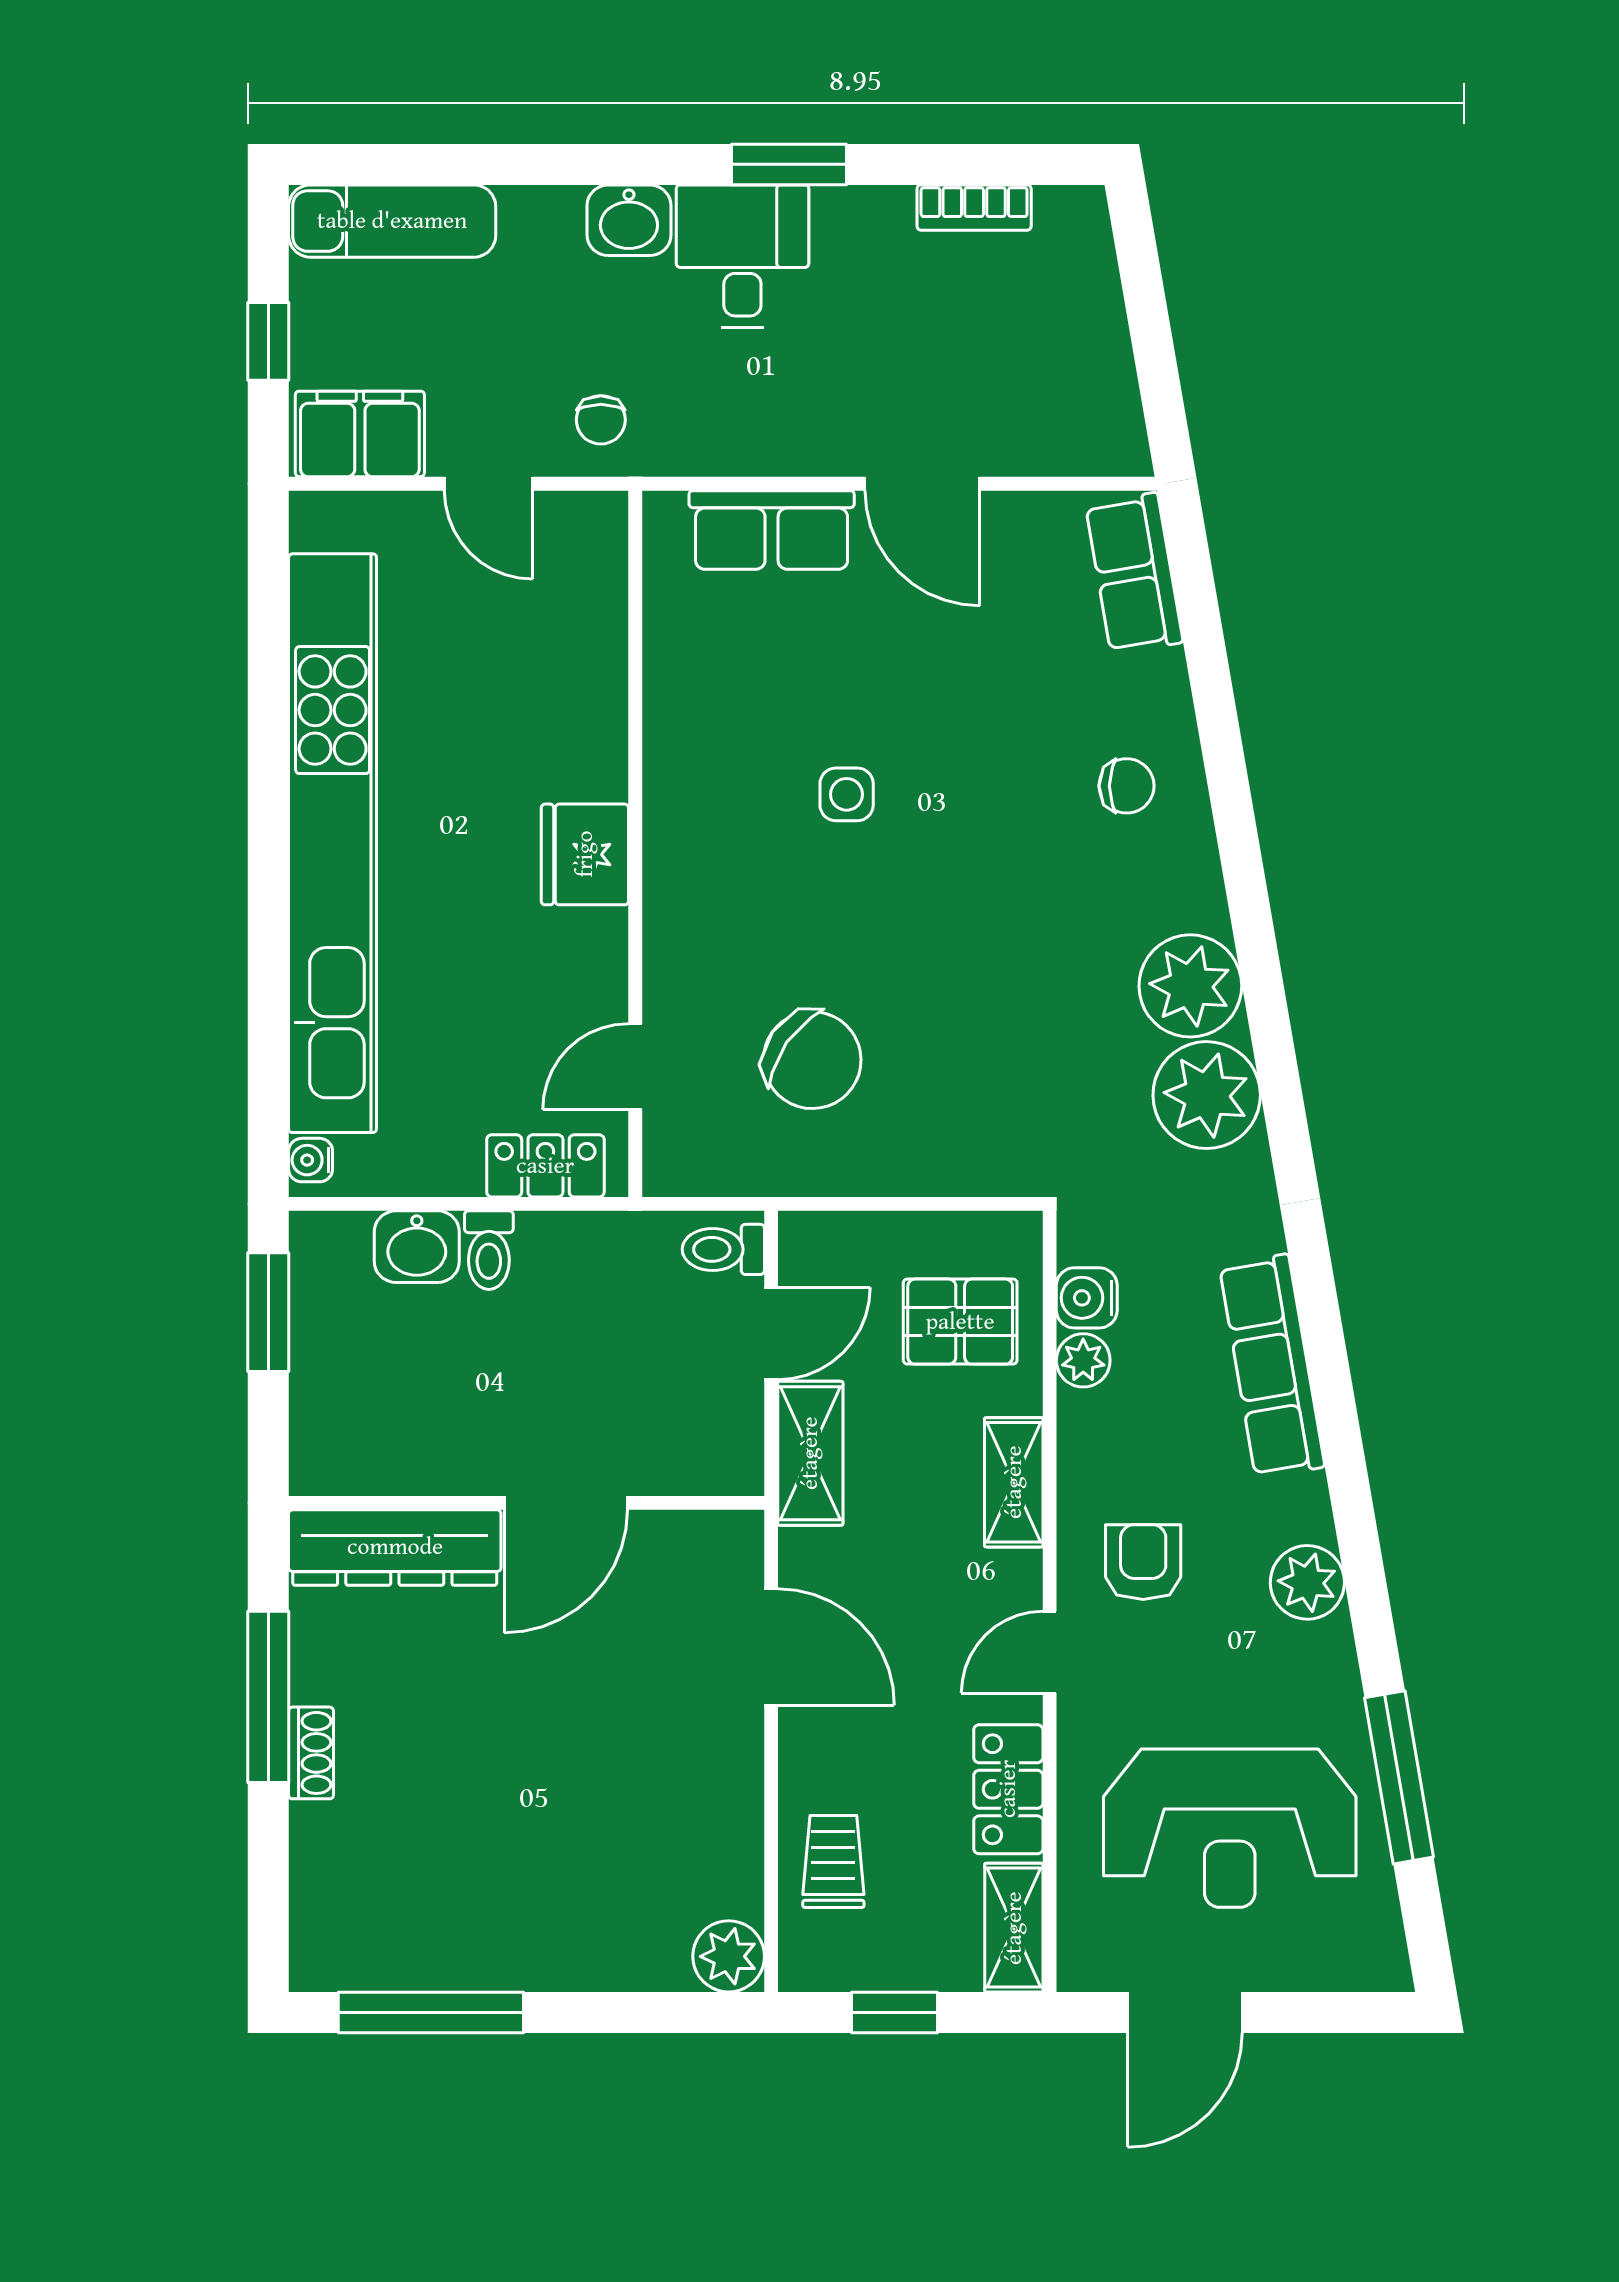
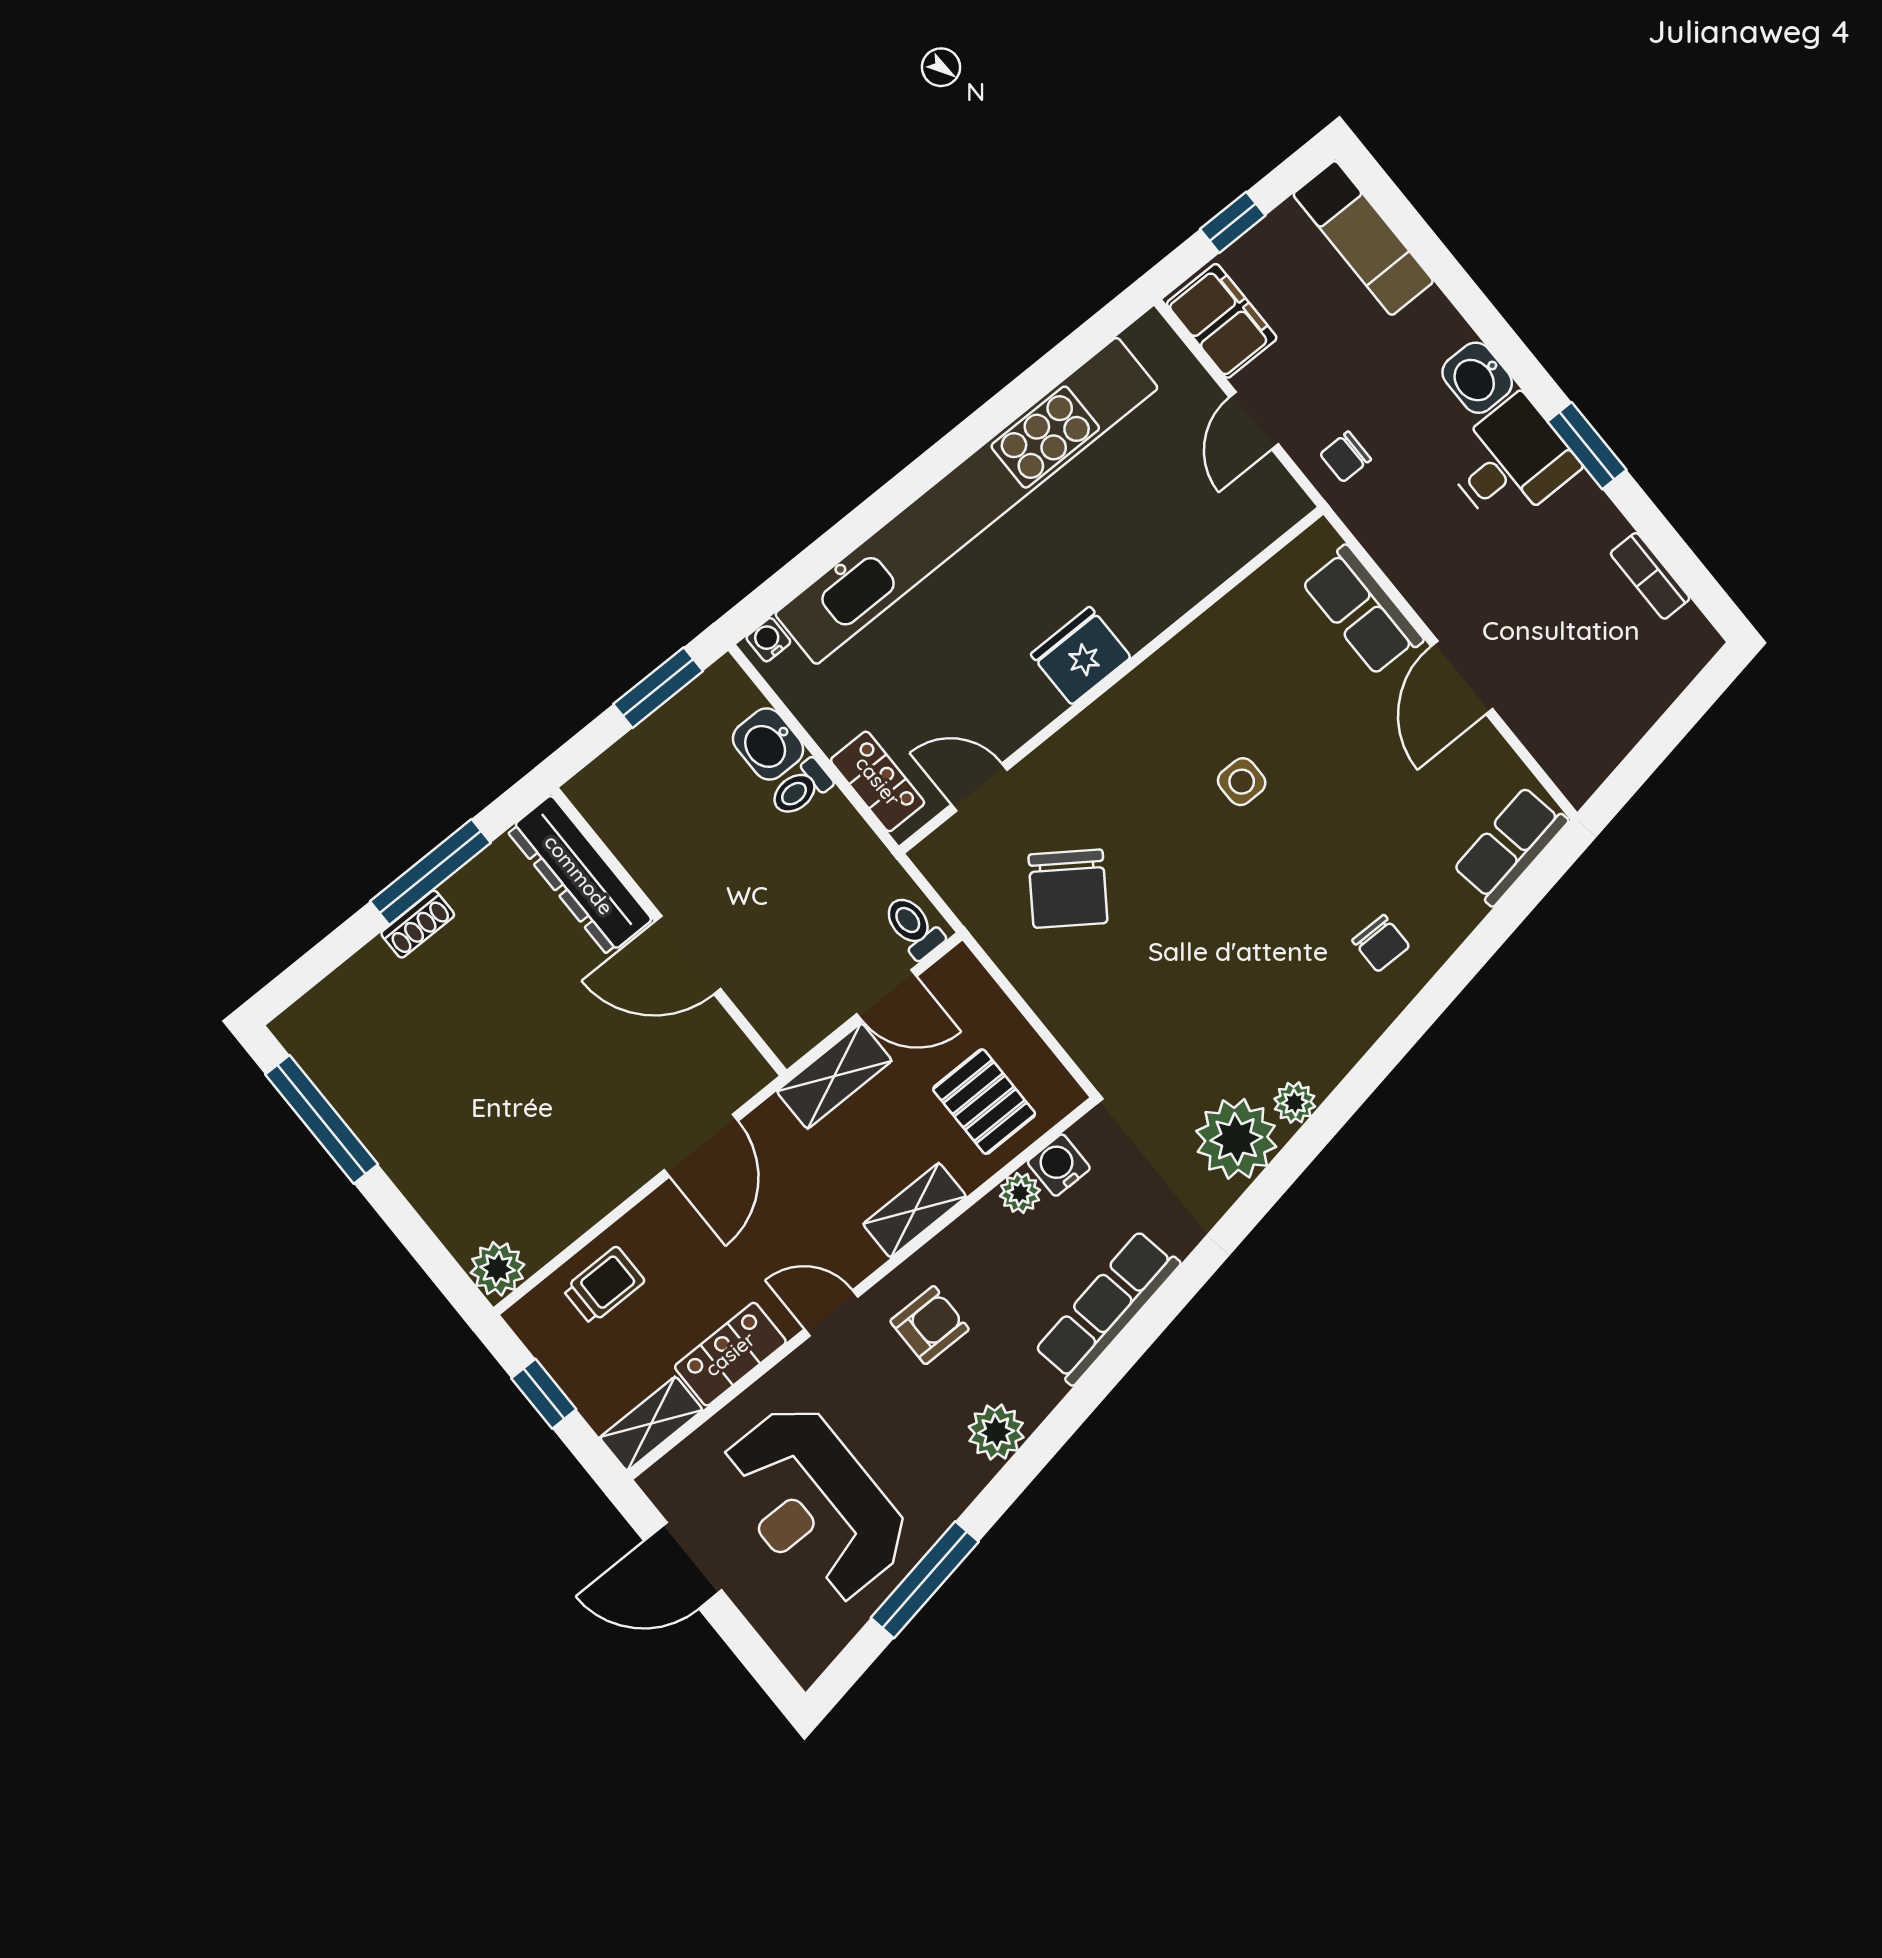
plant: (1190, 986) -> (1295, 1103), width x0.53, depth x0.53

